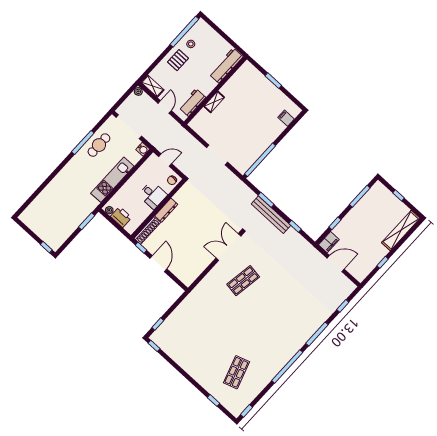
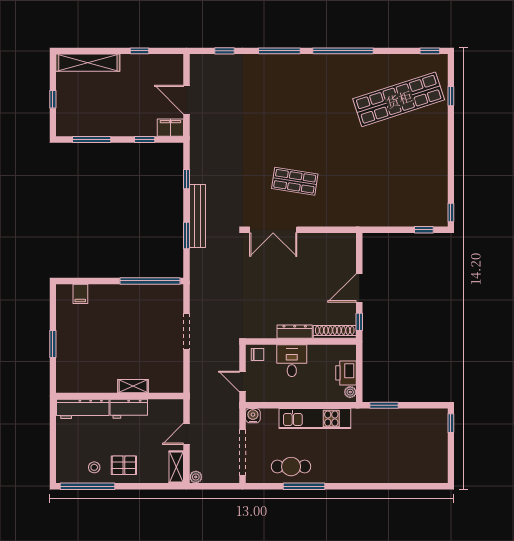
workbench: (192, 103) -> (129, 409), moved
shop shelf: (236, 372) -> (399, 99), width x2.00, depth x1.36

